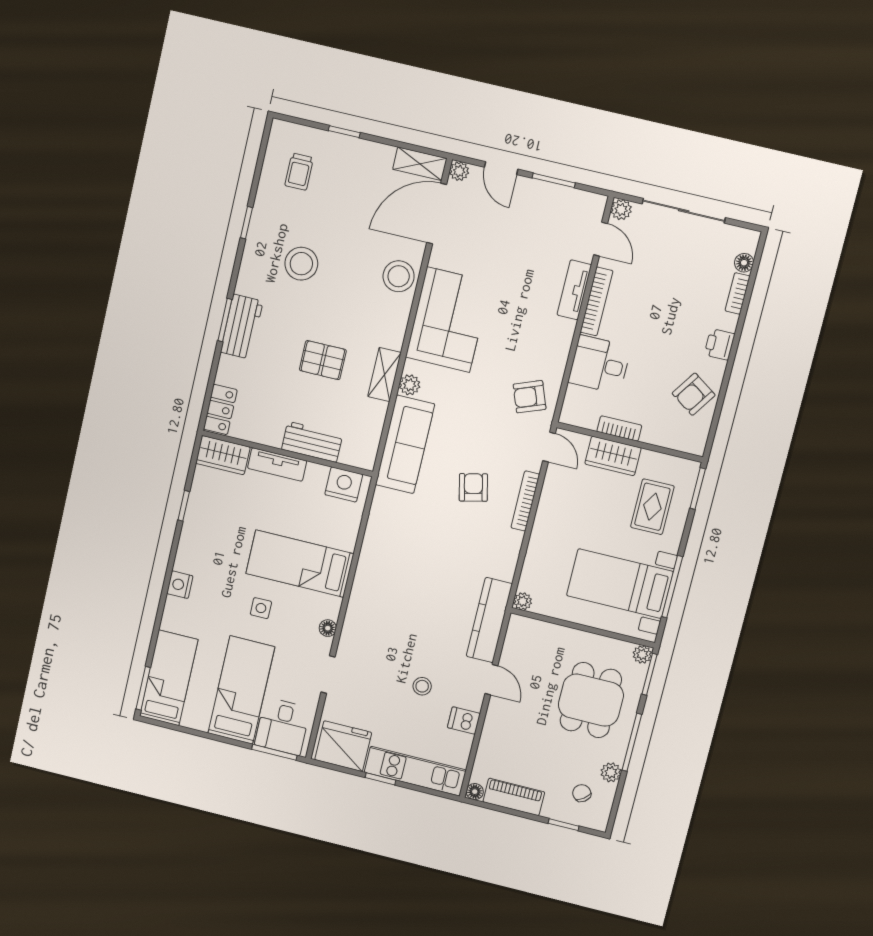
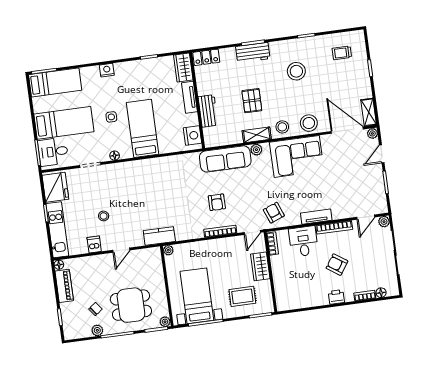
tv unit: (574, 290) -> (316, 217), moved
stool: (388, 325) -> (282, 127), added
armchair: (694, 394) -> (337, 265), moved
bookcase: (619, 428) -> (273, 244), moved
armchair: (473, 487) -> (217, 202), turned 103
kitchen counter: (489, 620) -> (159, 236), width x0.67
chair: (582, 793) -> (95, 309), moved

